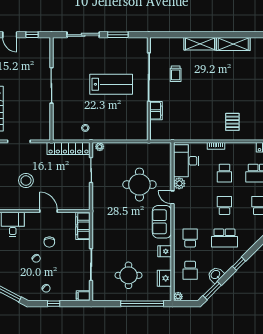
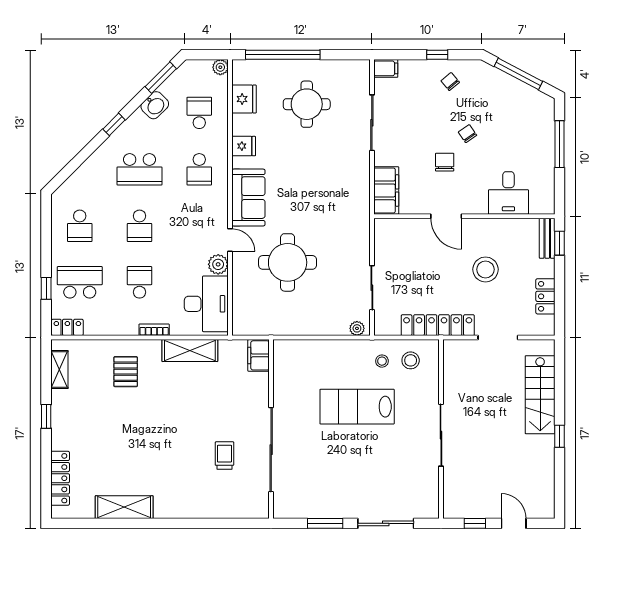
shelving: (200, 44) -> (190, 351), moved
lab bench: (111, 84) -> (357, 407), moved
filing cabinet: (156, 111) -> (259, 355), moved
stool: (69, 128) -> (411, 360), added
locker: (69, 149) -> (438, 325), moved
school desk: (224, 238) -> (139, 169), turned 180

